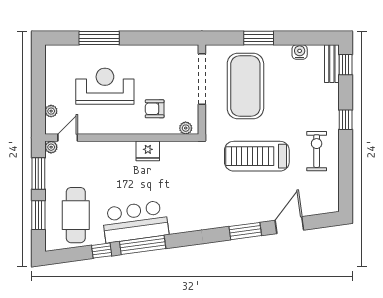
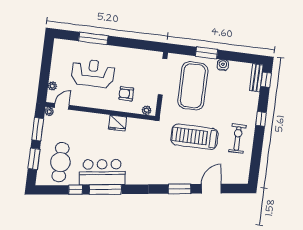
water cooler: (300, 52) -> (223, 65), moved

